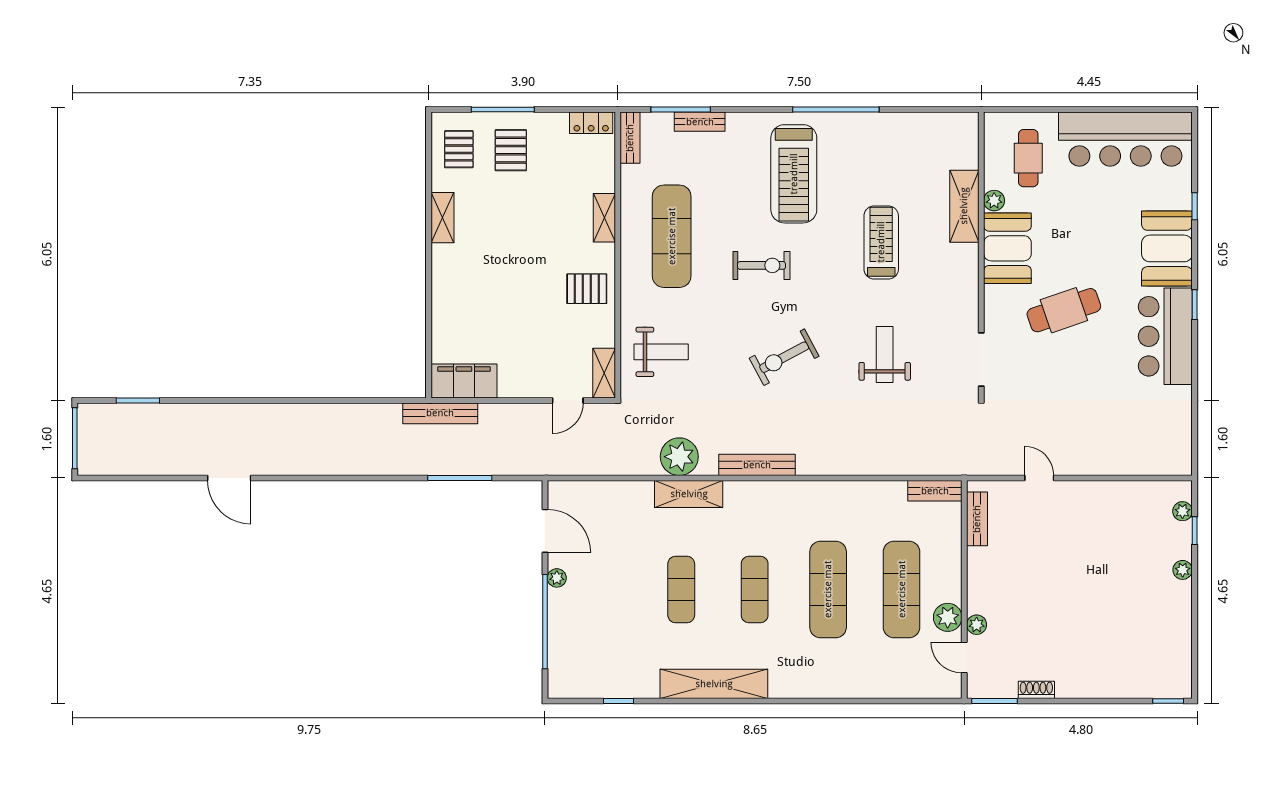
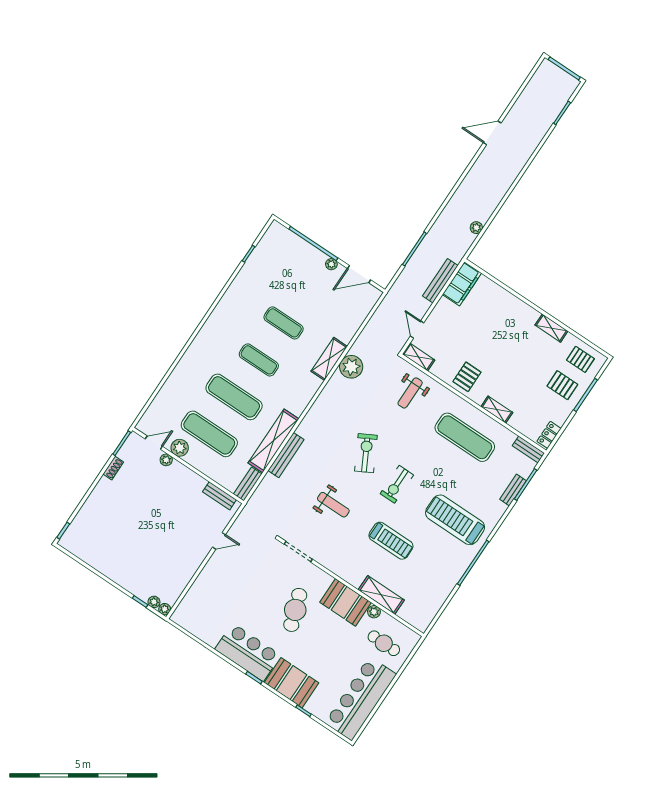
exercise bike: (762, 265) -> (397, 484), moved
plant: (374, 413) -> (476, 228), added
bench: (440, 413) -> (440, 281), moved
bench: (757, 465) -> (286, 455), moved
plant: (1183, 570) -> (165, 609), moved
shelving: (714, 684) -> (273, 441), moved

